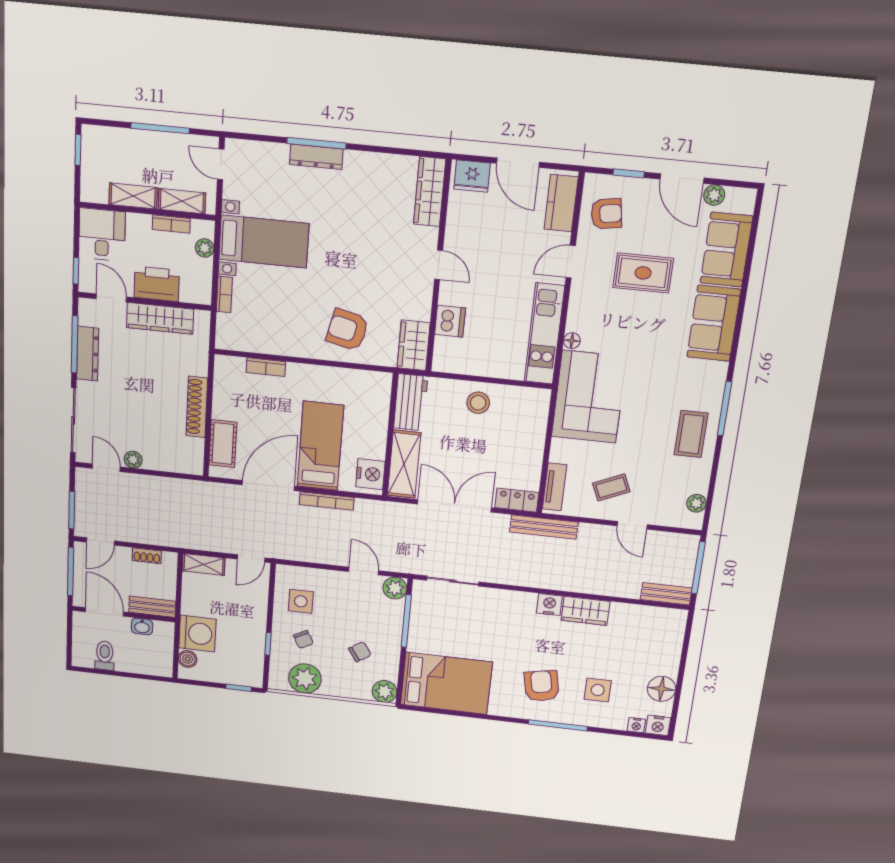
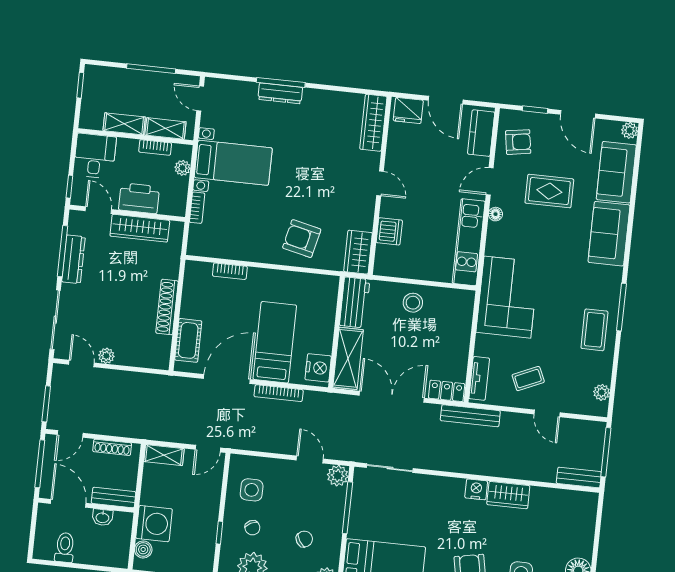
plant: (714, 195) -> (630, 130), moved
floor lamp: (572, 341) -> (496, 214), moved
shoe rack: (147, 556) -> (112, 447), width x1.43

